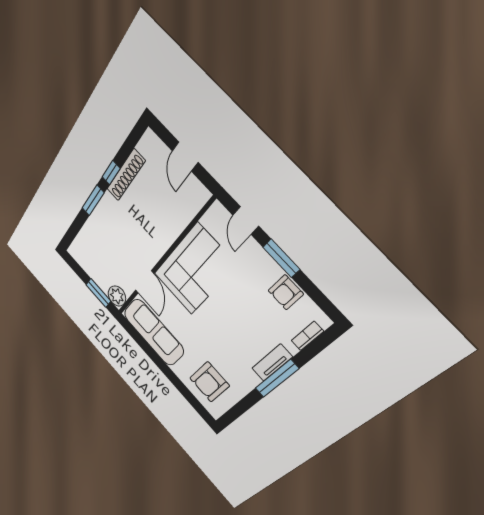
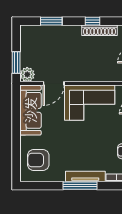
window: (93, 200) -> (51, 21), moved
tv unit: (272, 363) -> (85, 176), width x1.41

